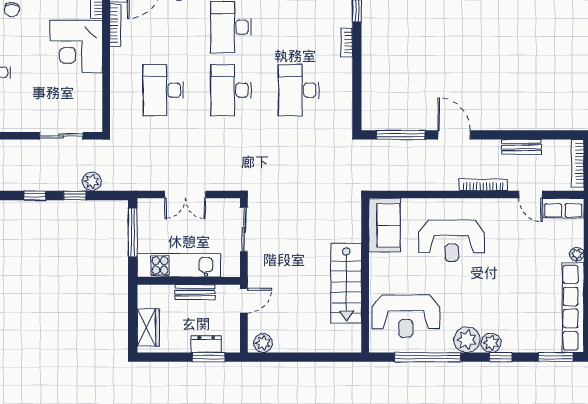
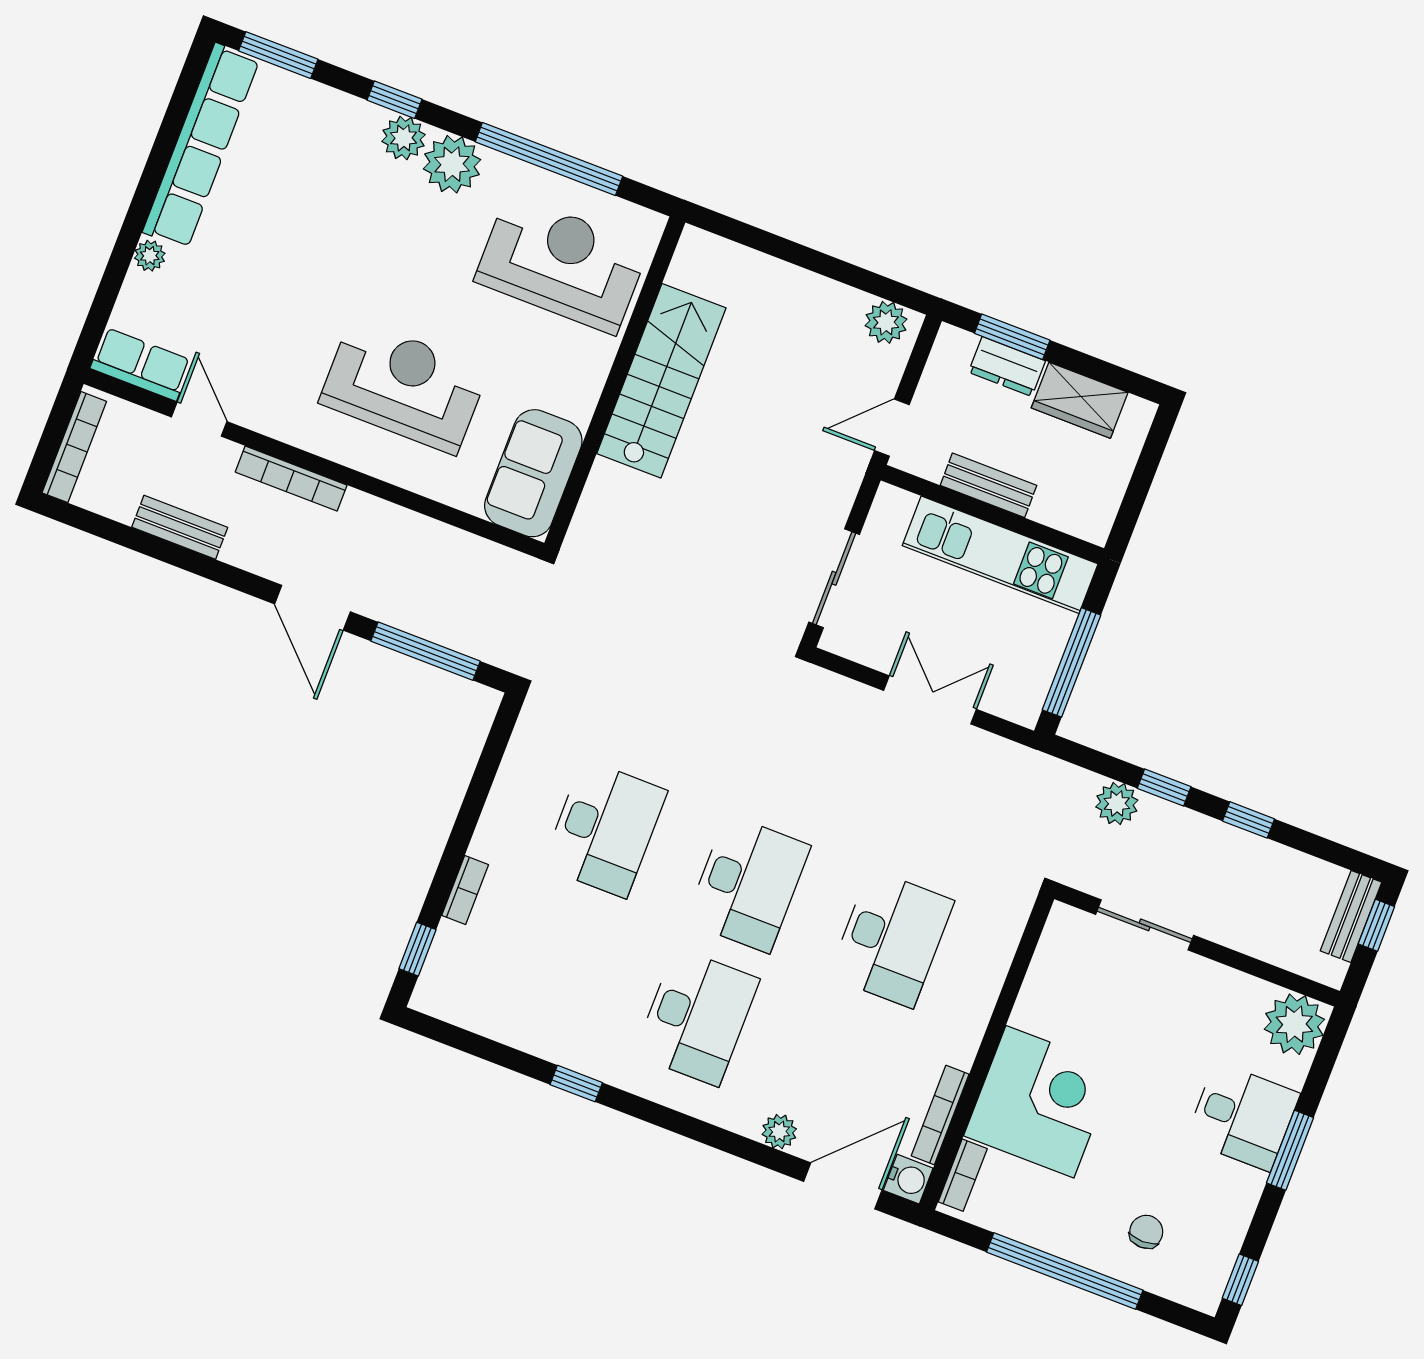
wardrobe: (148, 327) -> (1080, 400), moved, turned -90

